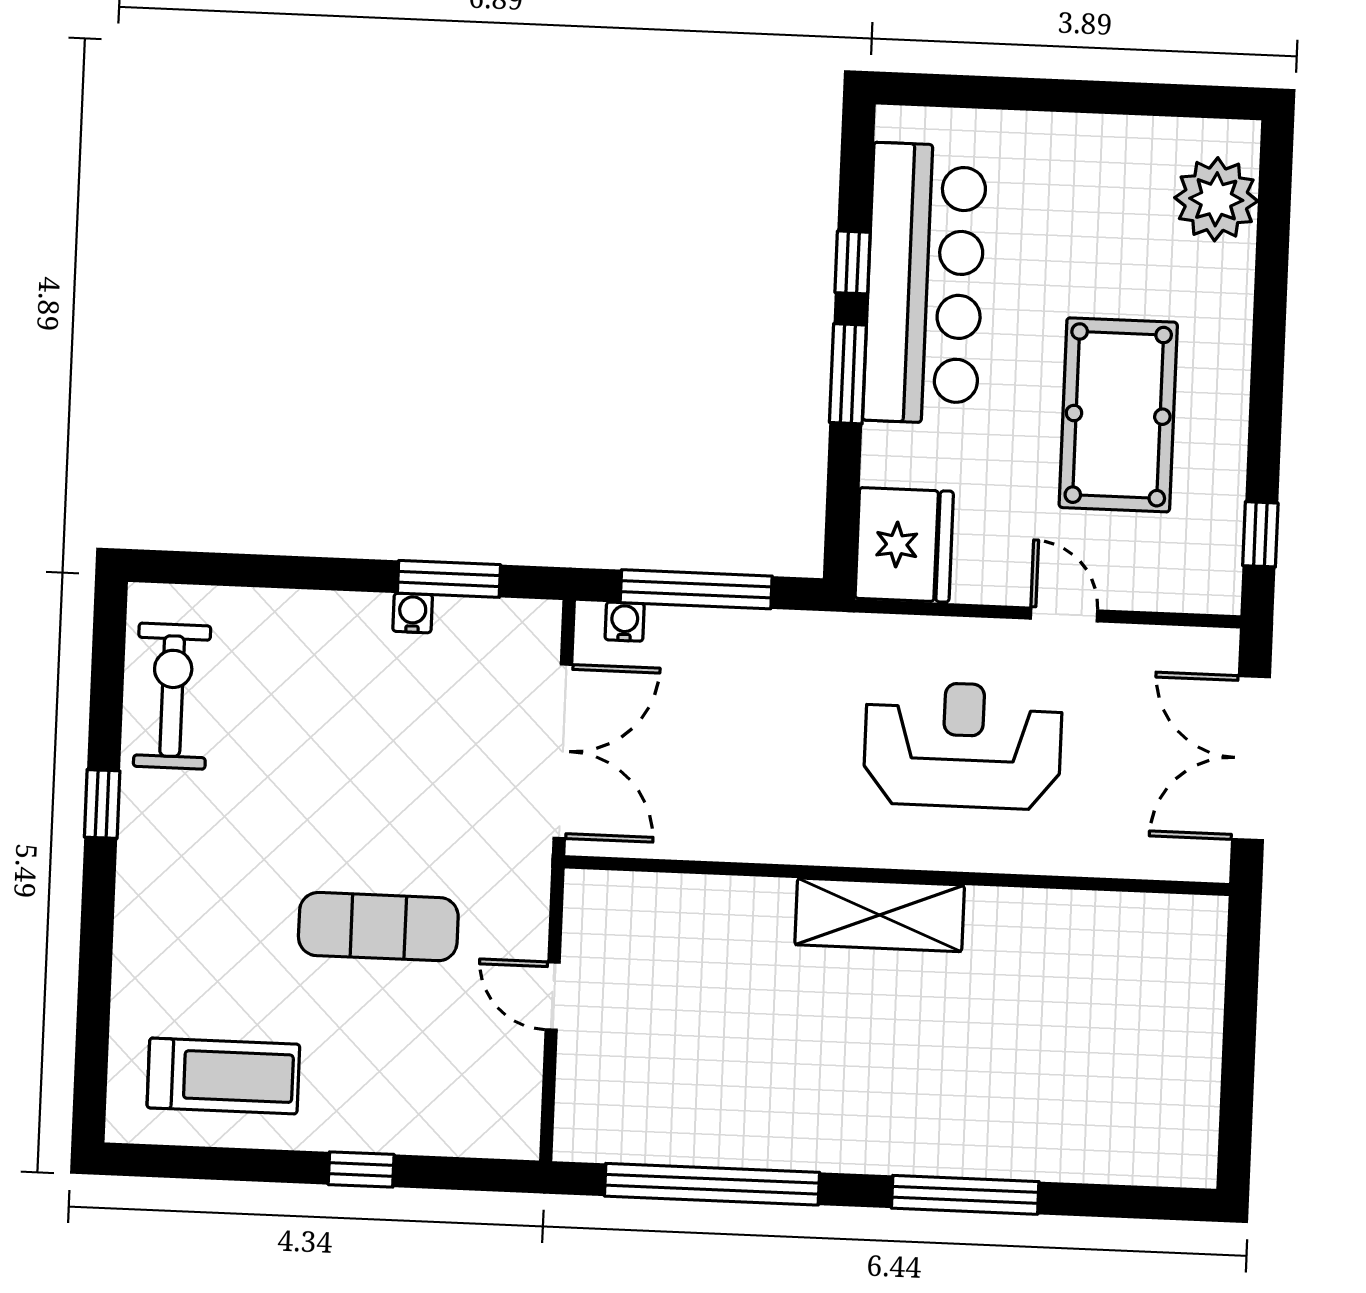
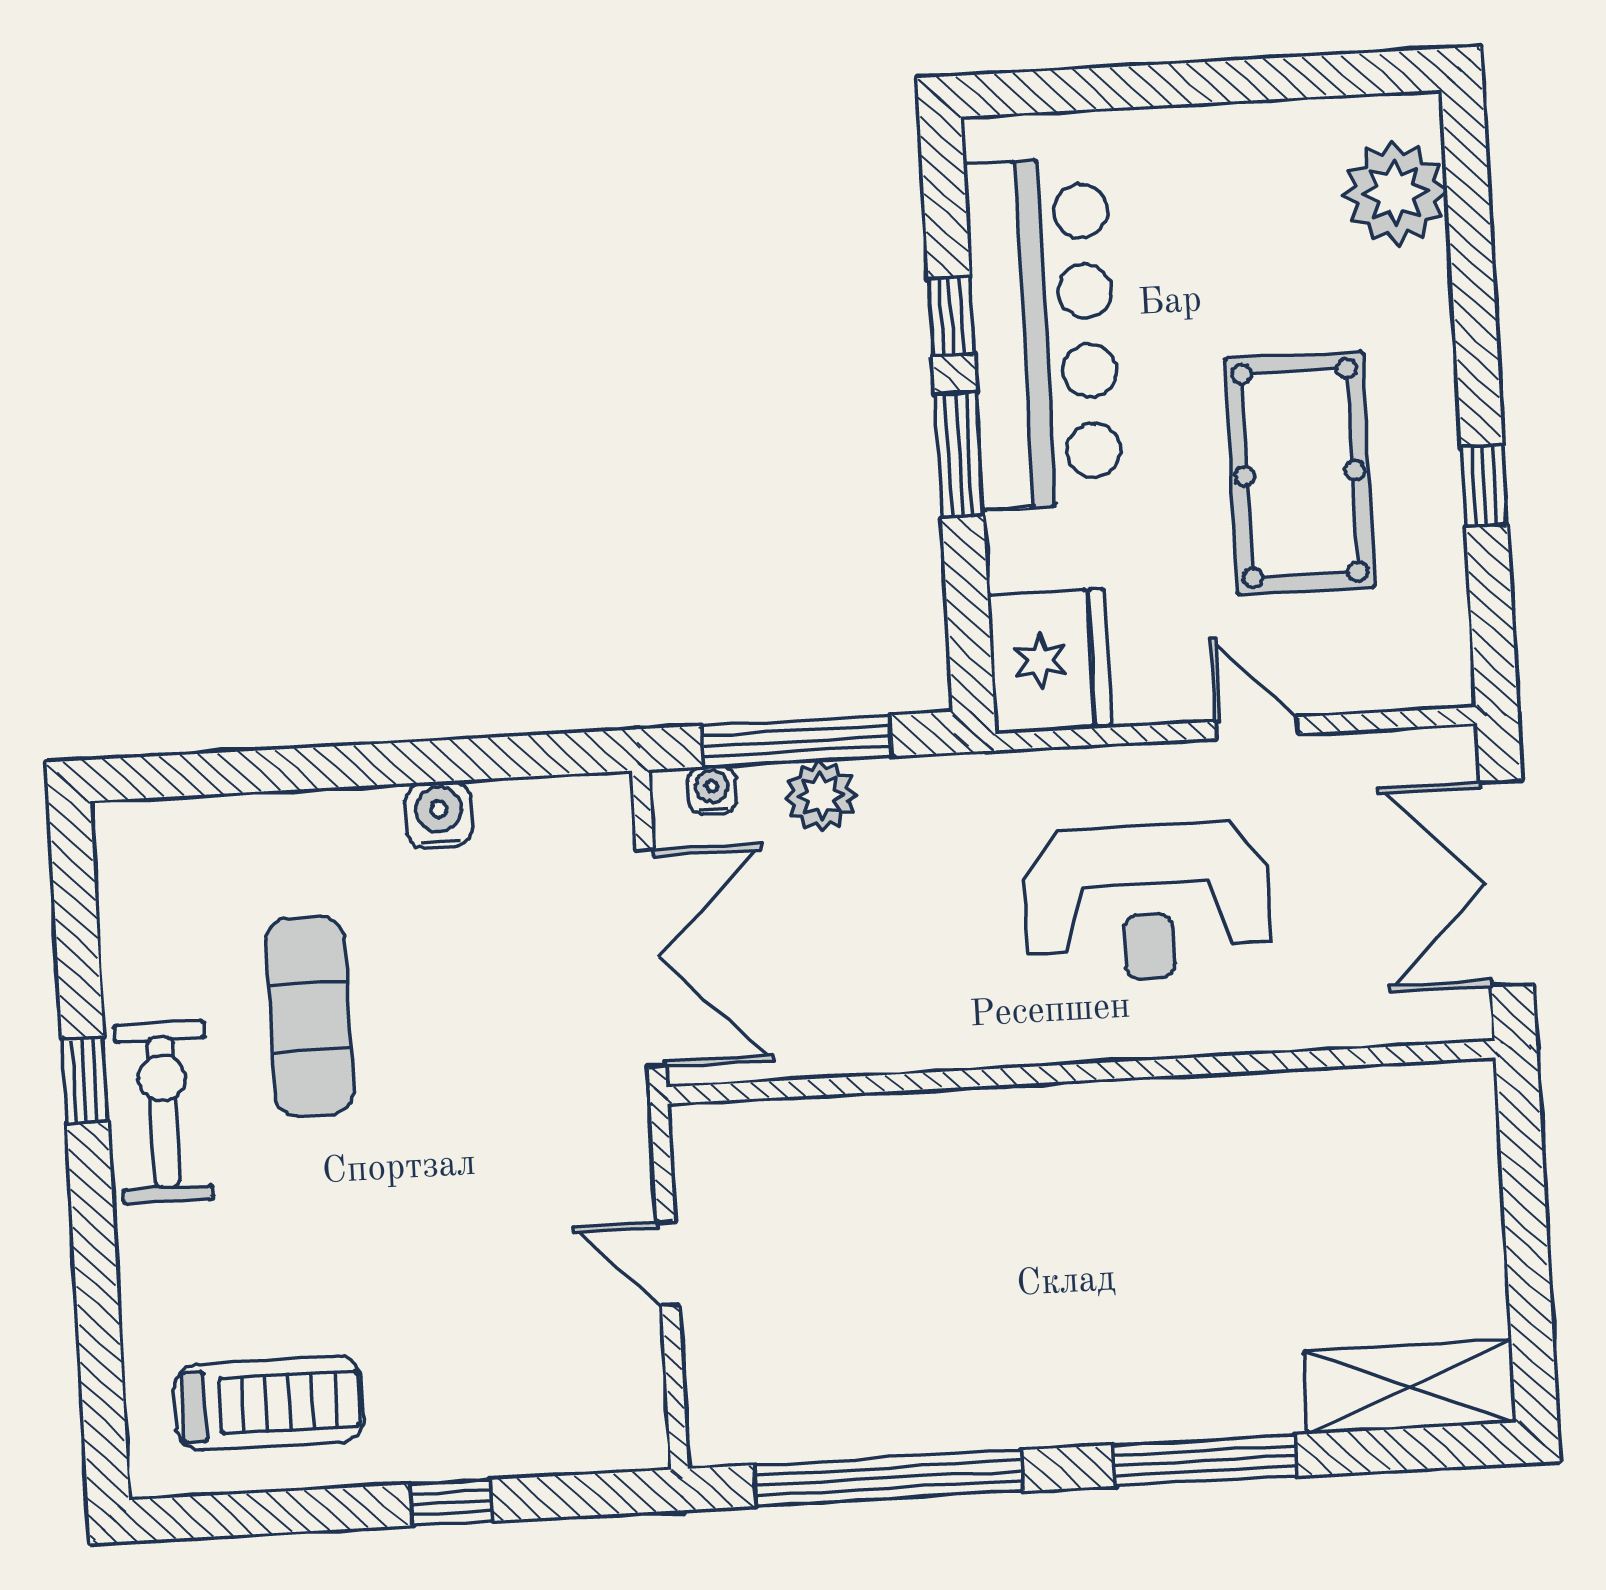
window: (1260, 534) -> (1484, 486), moved
window: (449, 579) -> (488, 758), removed
water cooler: (413, 613) -> (439, 815), width x1.38, depth x1.38
plant: (711, 635) -> (821, 796), added
exercise bike: (172, 696) -> (164, 1112), moved
reception desk: (963, 745) -> (1147, 902), turned 180
shelving: (880, 915) -> (1410, 1387), moved
exercise mat: (378, 927) -> (310, 1017), moved, turned 90

